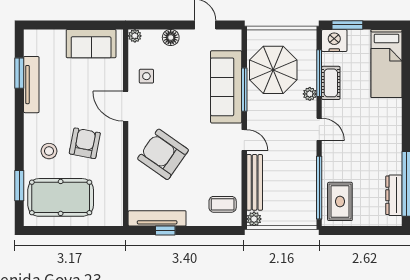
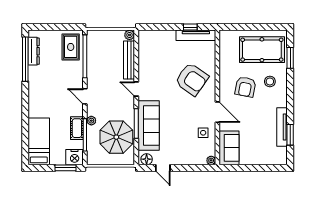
floor lamp: (171, 37) -> (147, 159), moved
sofa: (91, 44) -> (229, 148), moved, turned 90
coffee table: (223, 204) -> (151, 45), removed

